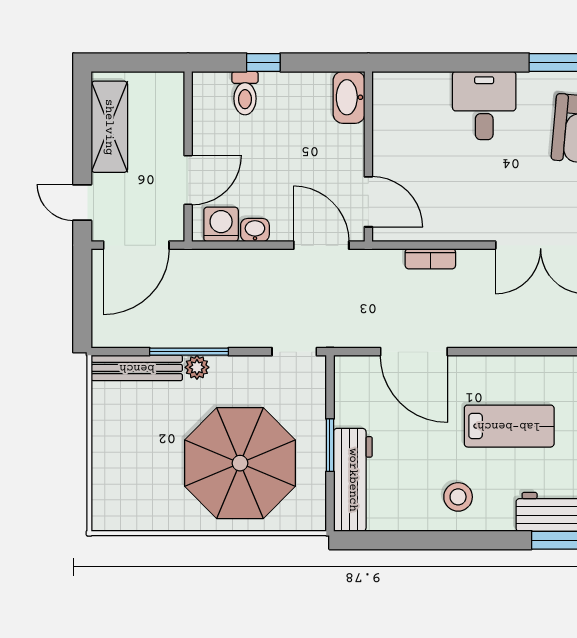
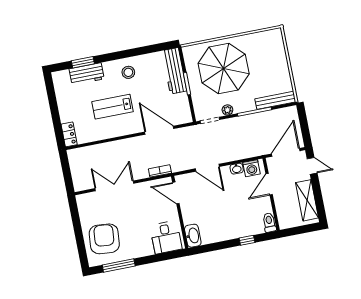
toilet: (245, 93) -> (269, 222), moved
washbasin: (349, 97) -> (193, 236), moved
desk: (484, 105) -> (166, 237), moved
wall: (368, 156) -> (180, 212), moved
door: (368, 202) -> (176, 193), moved
plant: (197, 367) -> (227, 110), moved

